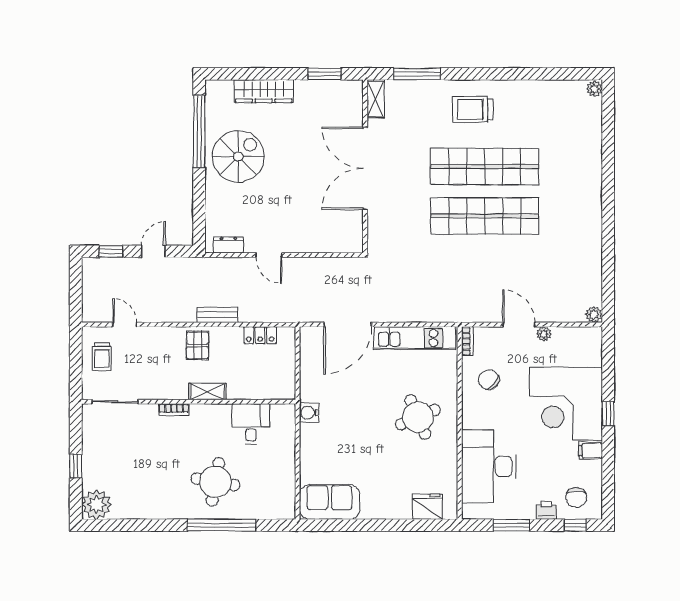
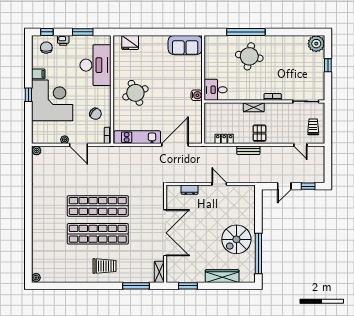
dresser: (228, 245) -> (190, 190), moved
desk: (251, 424) -> (216, 90), moved, turned 90

